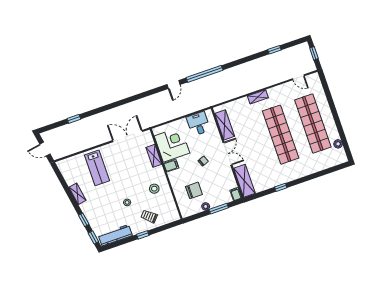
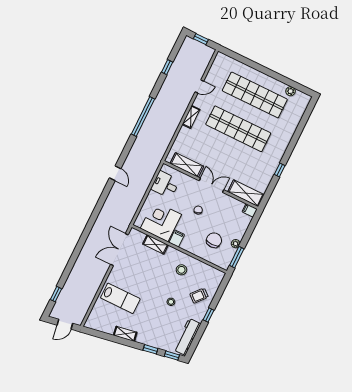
window: (205, 74) -> (143, 117), moved
door: (298, 77) -> (199, 86), moved
window: (74, 119) -> (56, 294), moved
window: (219, 209) -> (237, 257), moved

